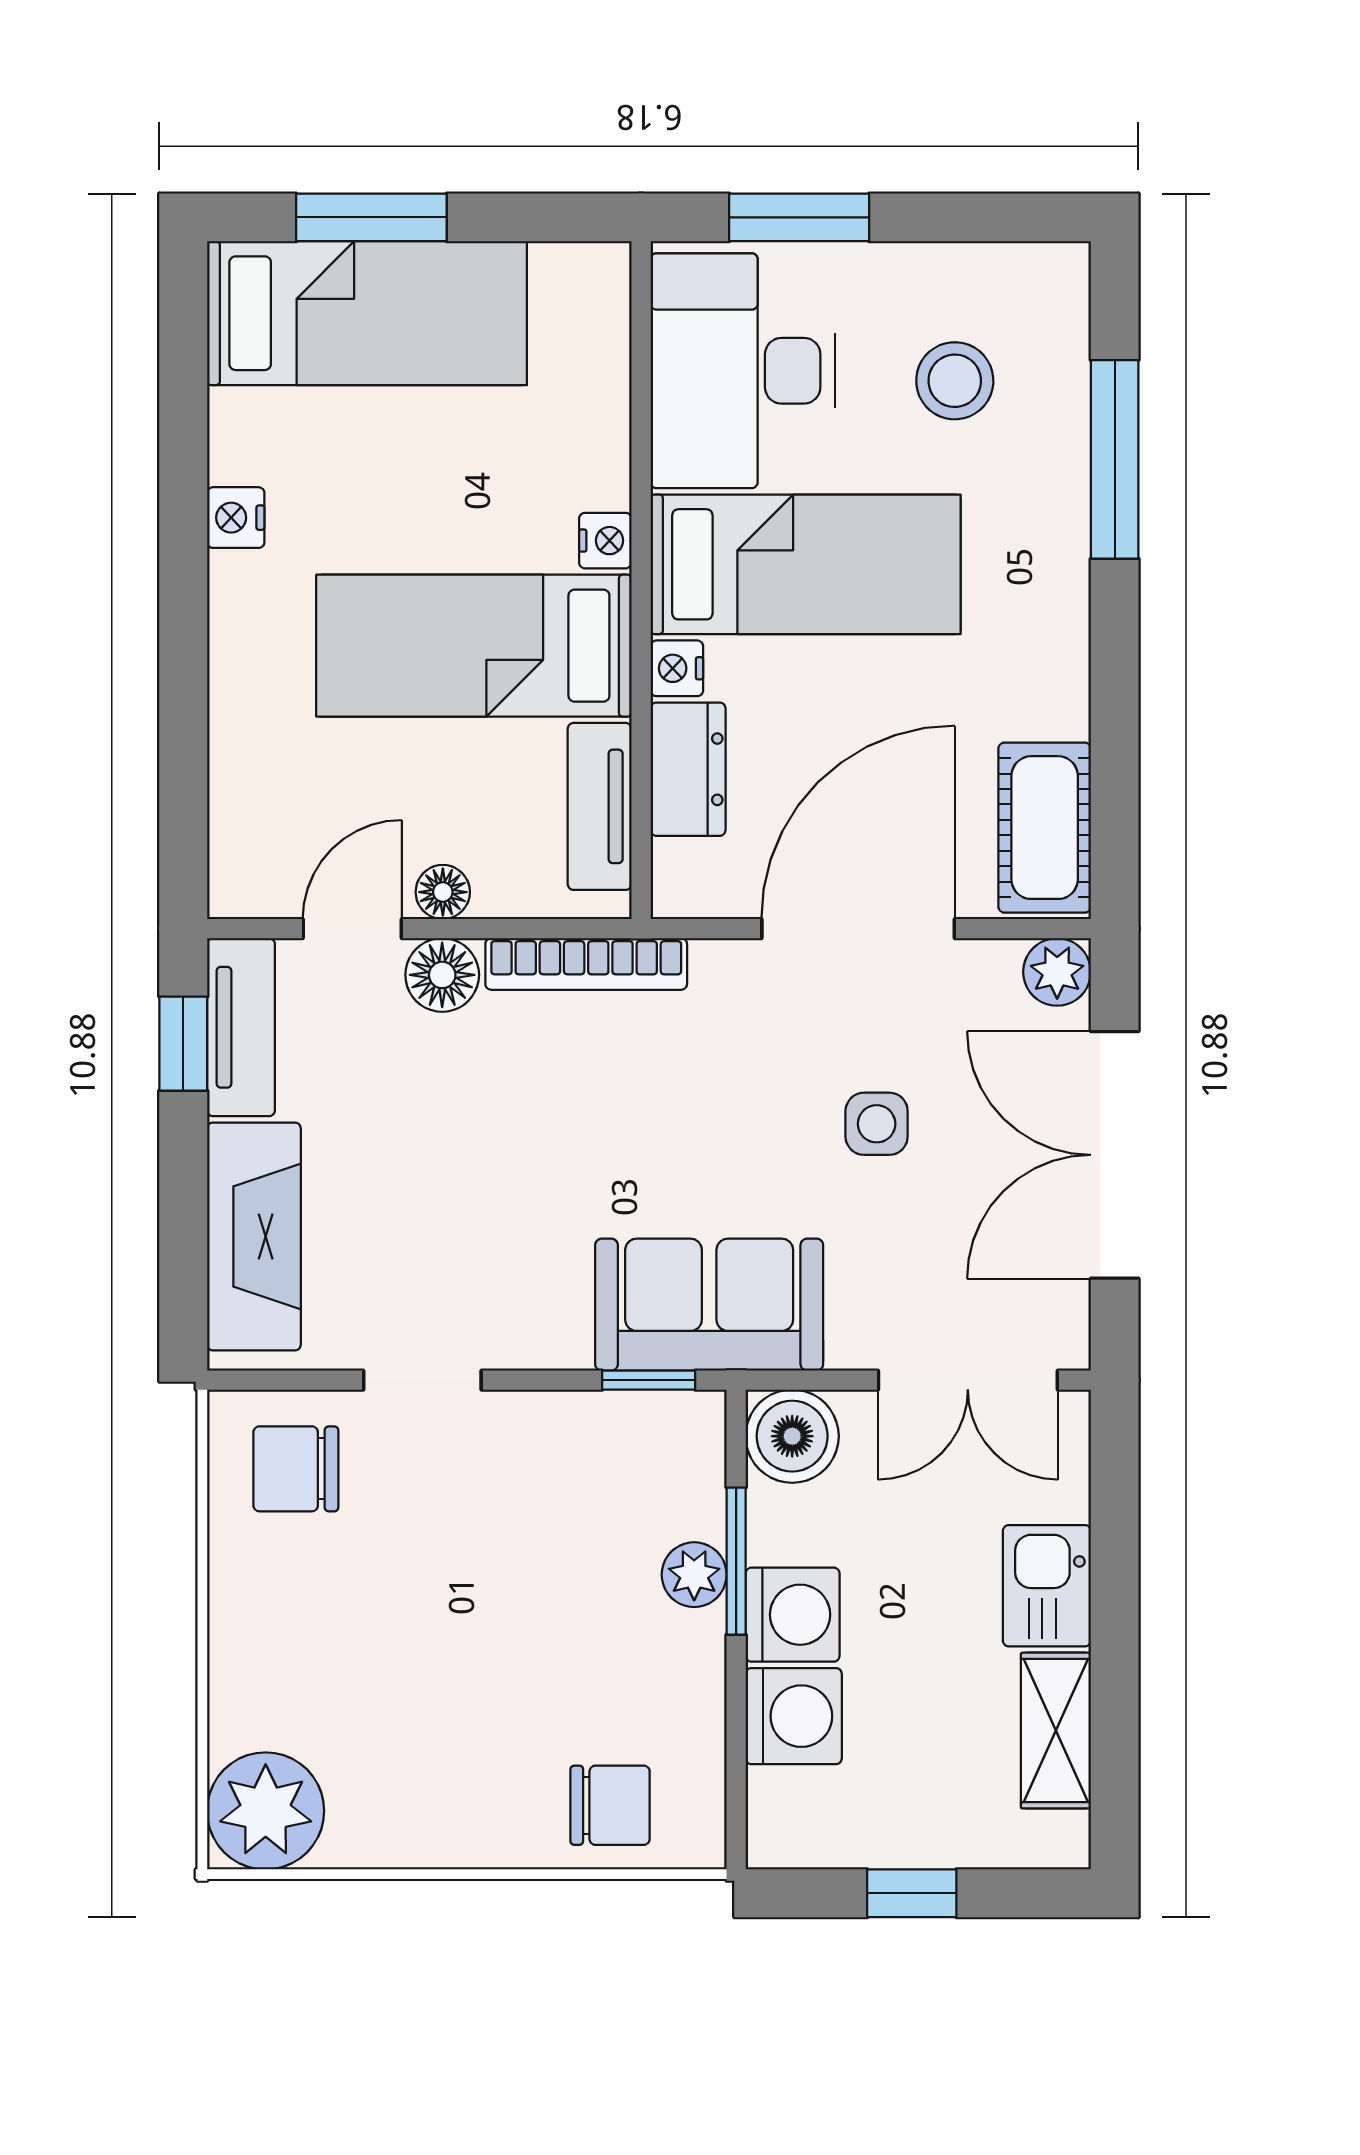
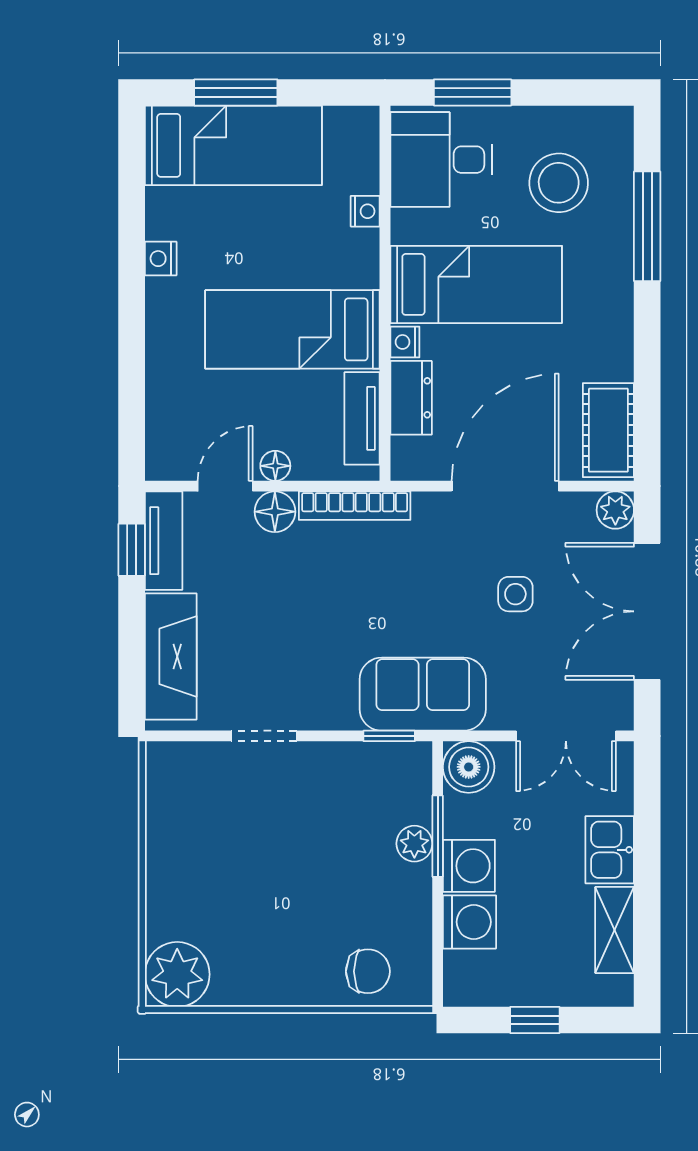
desk: (743, 371) -> (441, 160), width x0.73
stool: (955, 381) -> (559, 183), width x1.38, depth x1.38
nightstand: (605, 541) -> (365, 211), moved
chair: (296, 1469) -> (194, 785), removed

